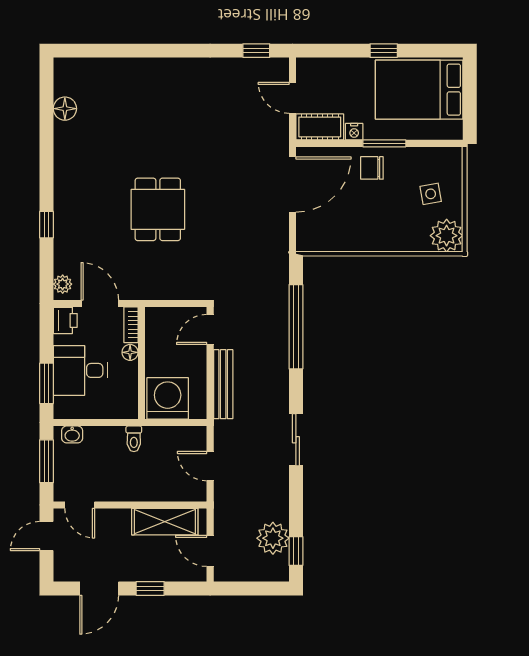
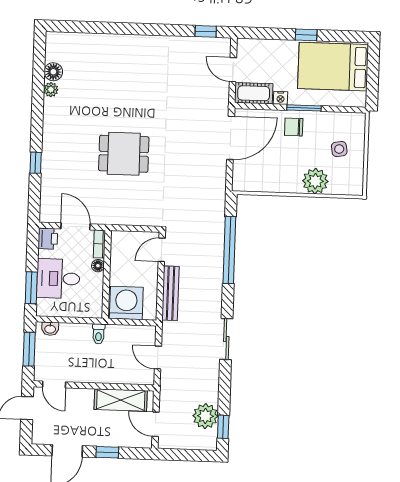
dining table: (158, 209) -> (124, 154), turned 90
plant: (447, 236) -> (315, 181), moved
plant: (63, 284) -> (51, 90), moved

